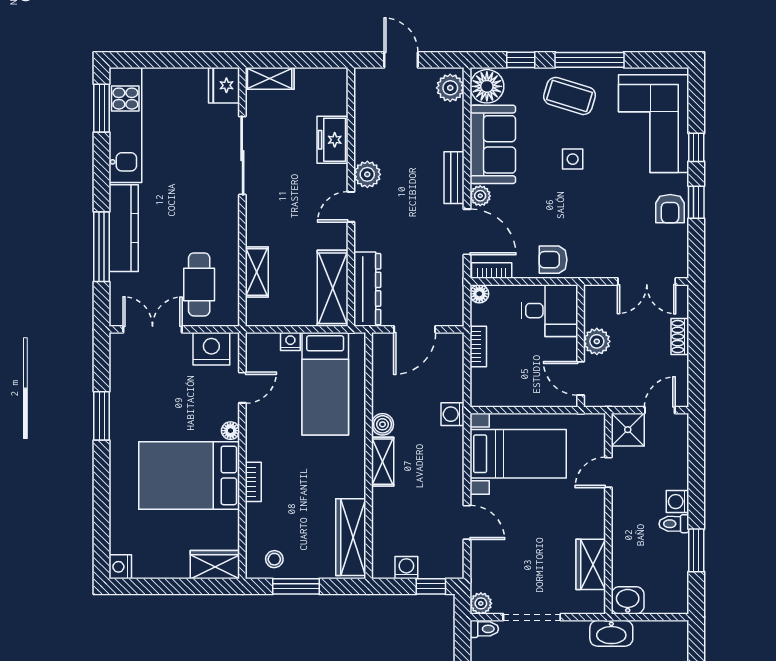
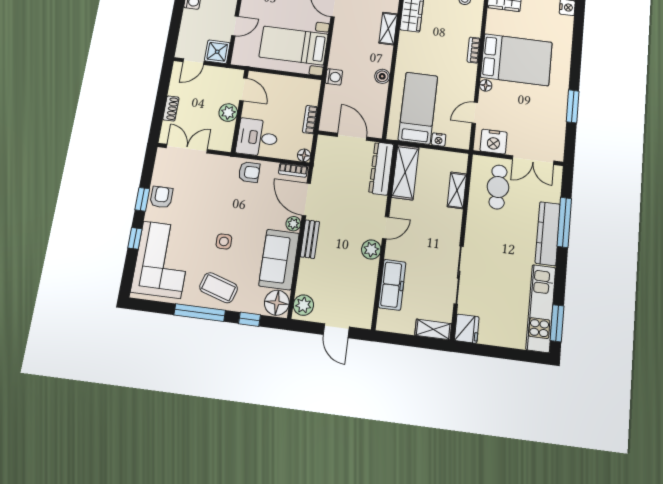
freezer: (333, 140) -> (392, 285), width x1.40
door: (415, 329) -> (352, 137), hinge flipped
shelving: (383, 462) -> (388, 29), moved

